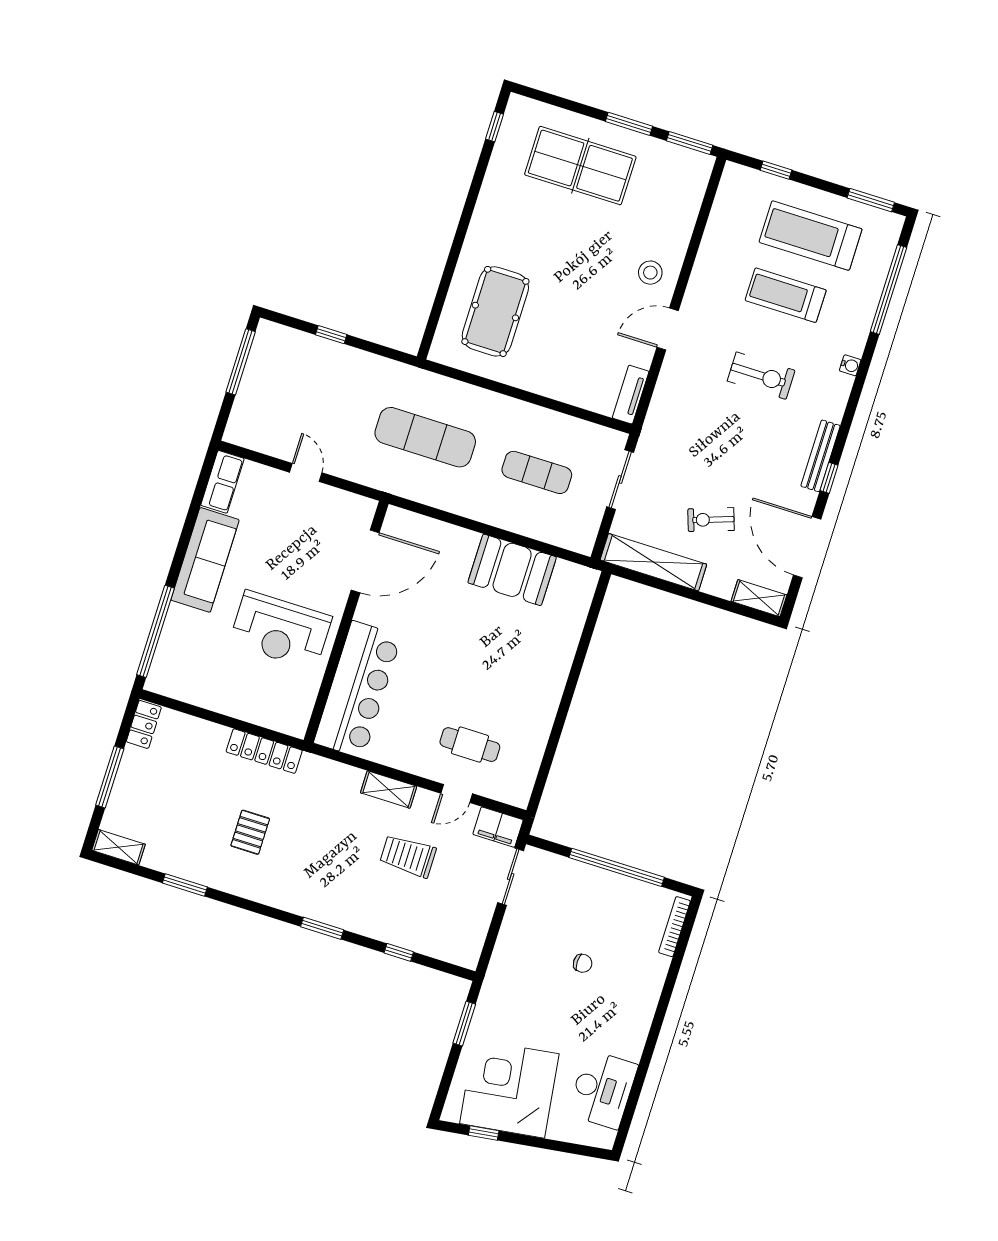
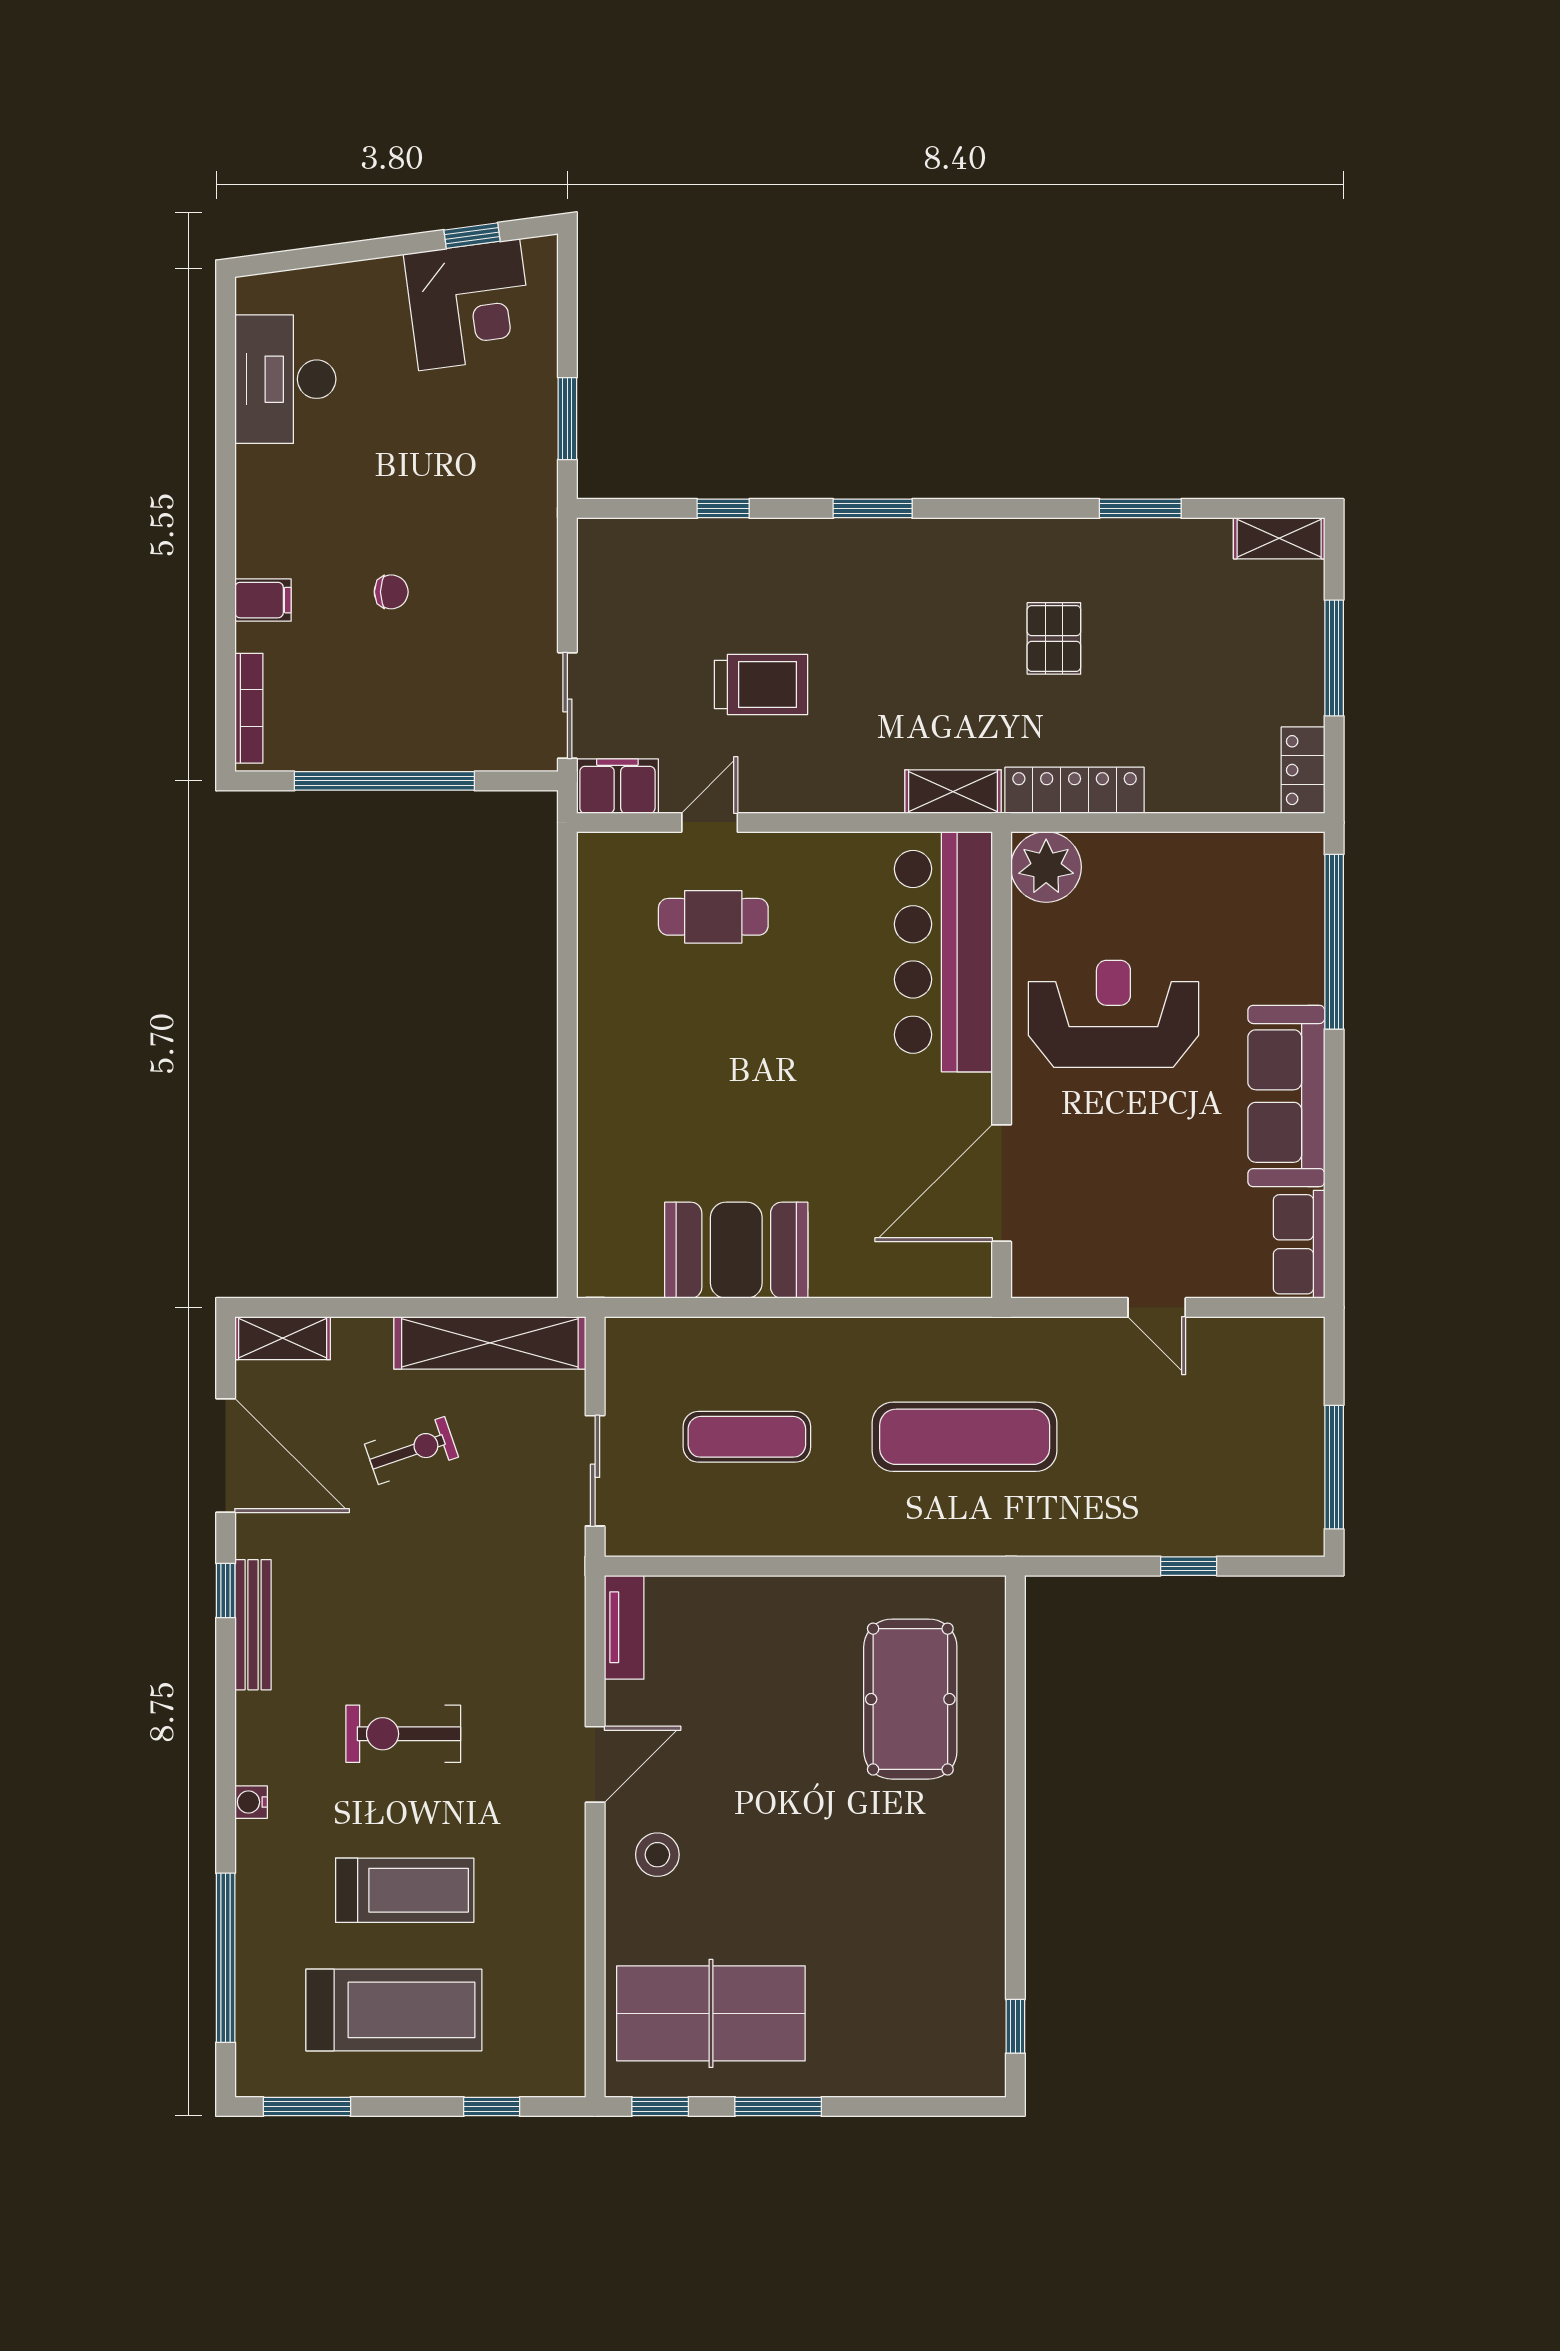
window: (690, 143) -> (660, 2106), width x0.67
table tennis table: (580, 166) -> (711, 2013), moved
plant: (291, 716) -> (1046, 867), added
shelving: (389, 790) -> (953, 792), moved
chair: (583, 963) -> (391, 592), turned 180
filing cabinet: (650, 980) -> (263, 600), added
corner desk: (509, 1089) -> (469, 305), width x0.74, depth x0.74

